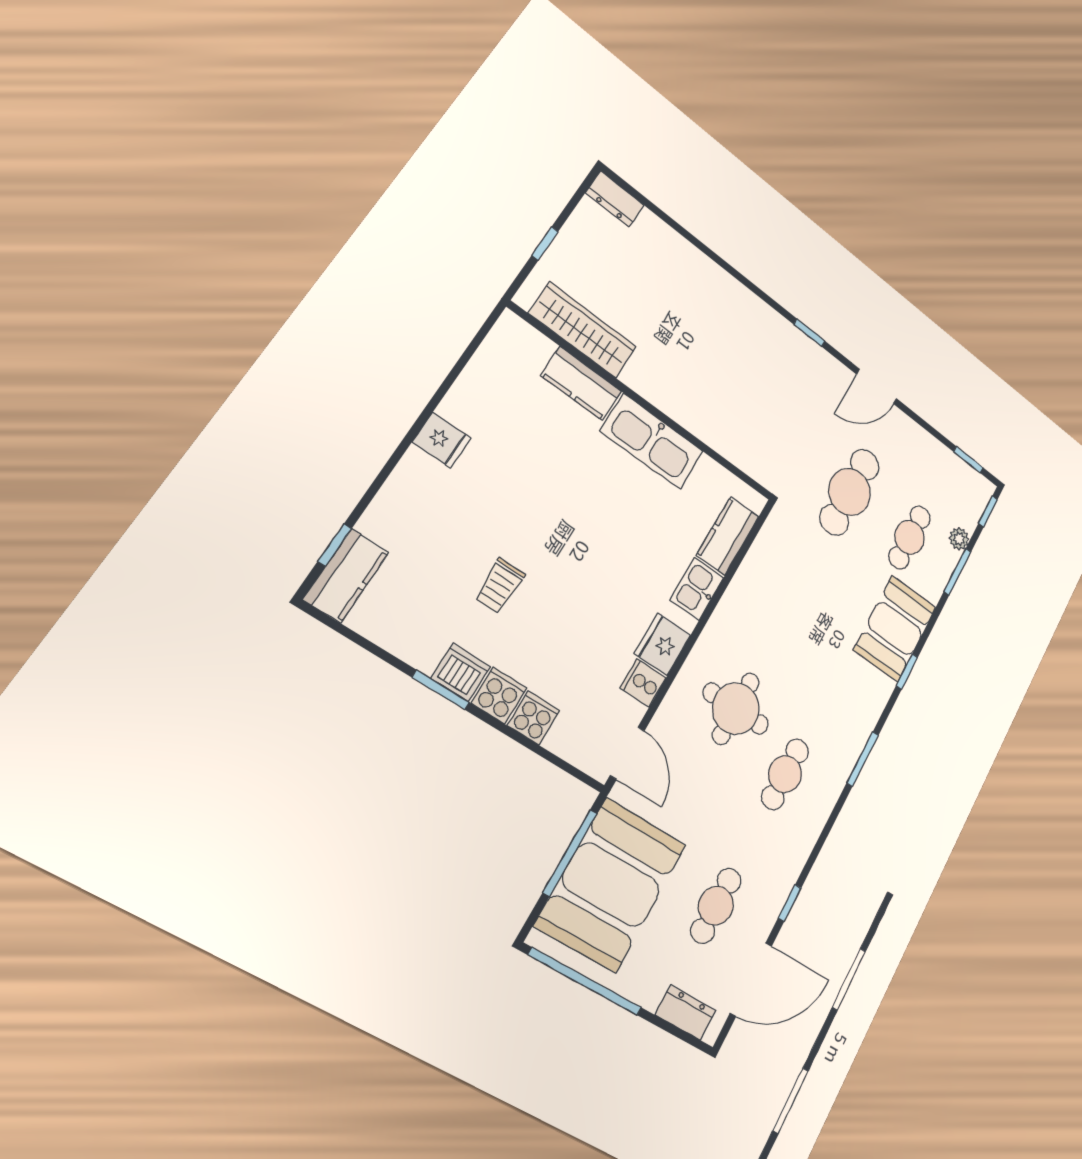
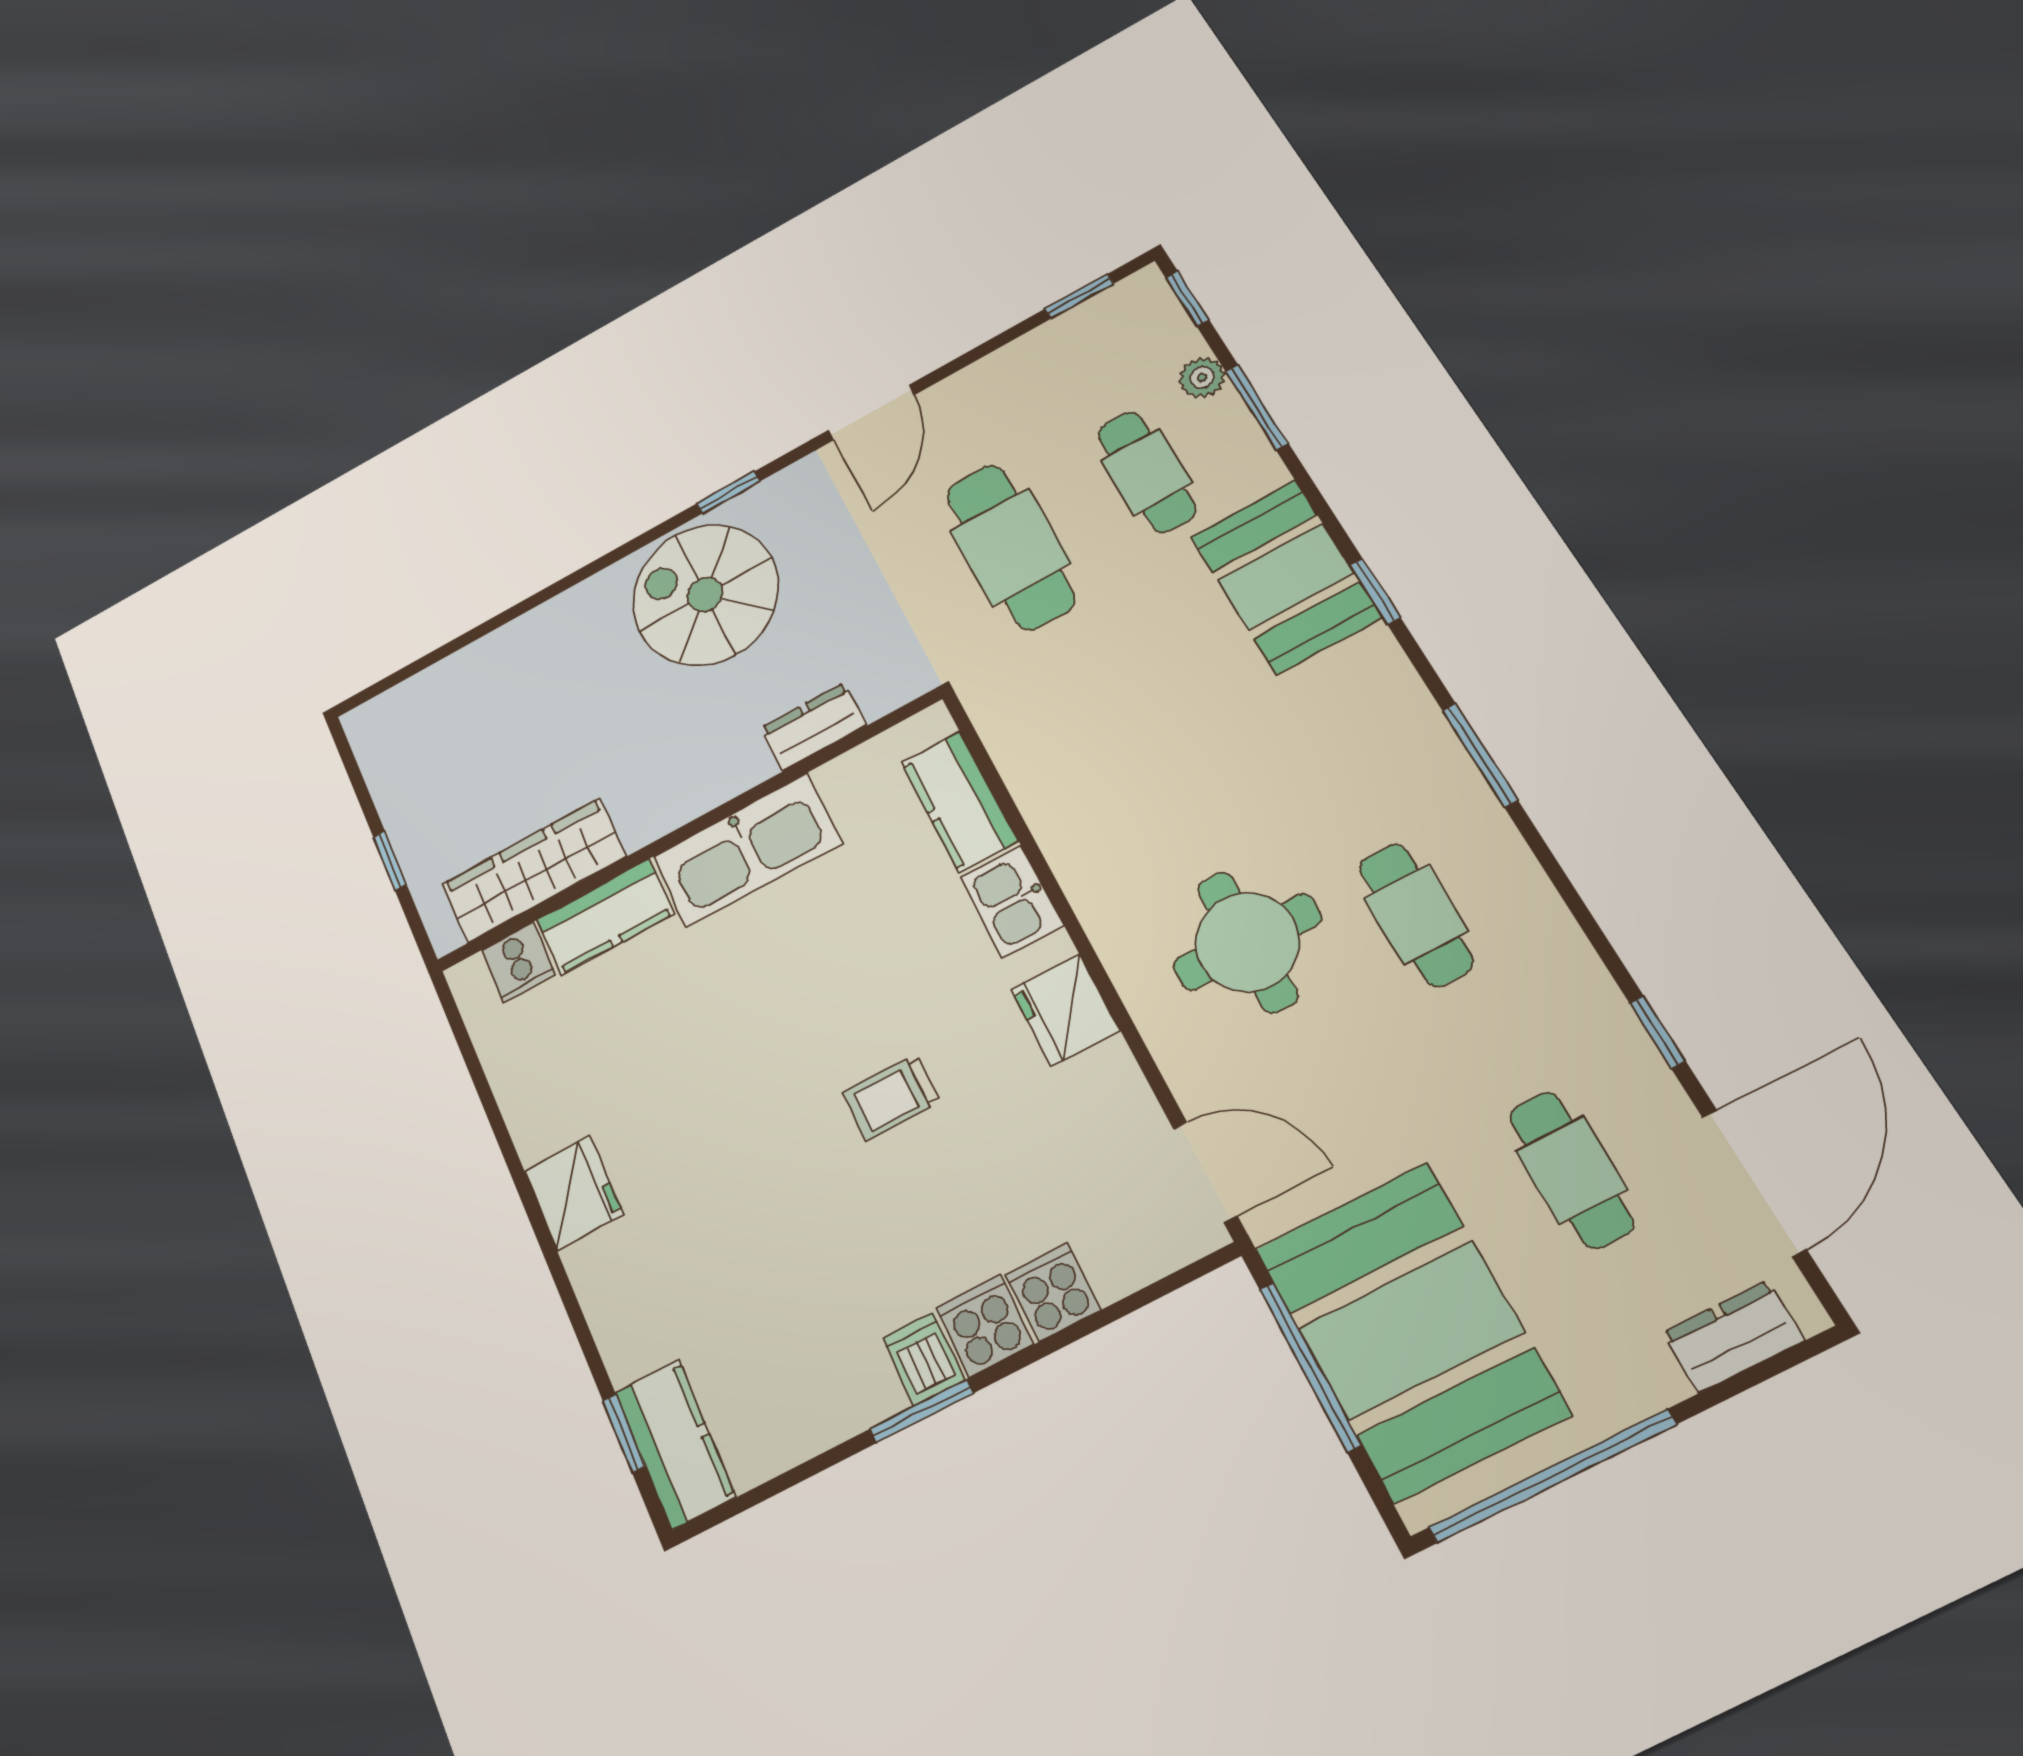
dresser: (615, 199) -> (814, 727), moved, turned 180
spiral stairs: (758, 348) -> (705, 594), added
fridge: (442, 440) -> (573, 1193), width x1.38
trolley: (500, 586) -> (891, 1097), moved, turned 90
dishwasher: (461, 672) -> (924, 1359), width x0.73
cooker: (643, 683) -> (519, 962), moved, turned -90

